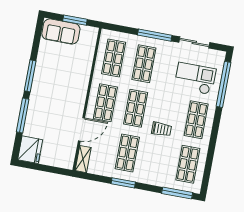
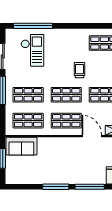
sofa: (61, 31) -> (21, 146), moved, turned 90
checkout: (195, 79) -> (32, 50), turned 180
shop shelf: (196, 120) -> (66, 43), removed

